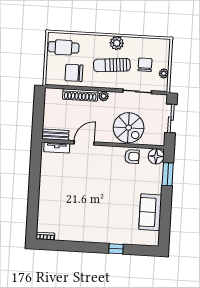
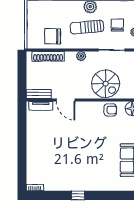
cafe table: (63, 47) -> (42, 13), removed
shoe rack: (80, 95) -> (48, 56), moved
door: (84, 143) -> (66, 100), swing flipped
window: (116, 249) -> (78, 195), moved

